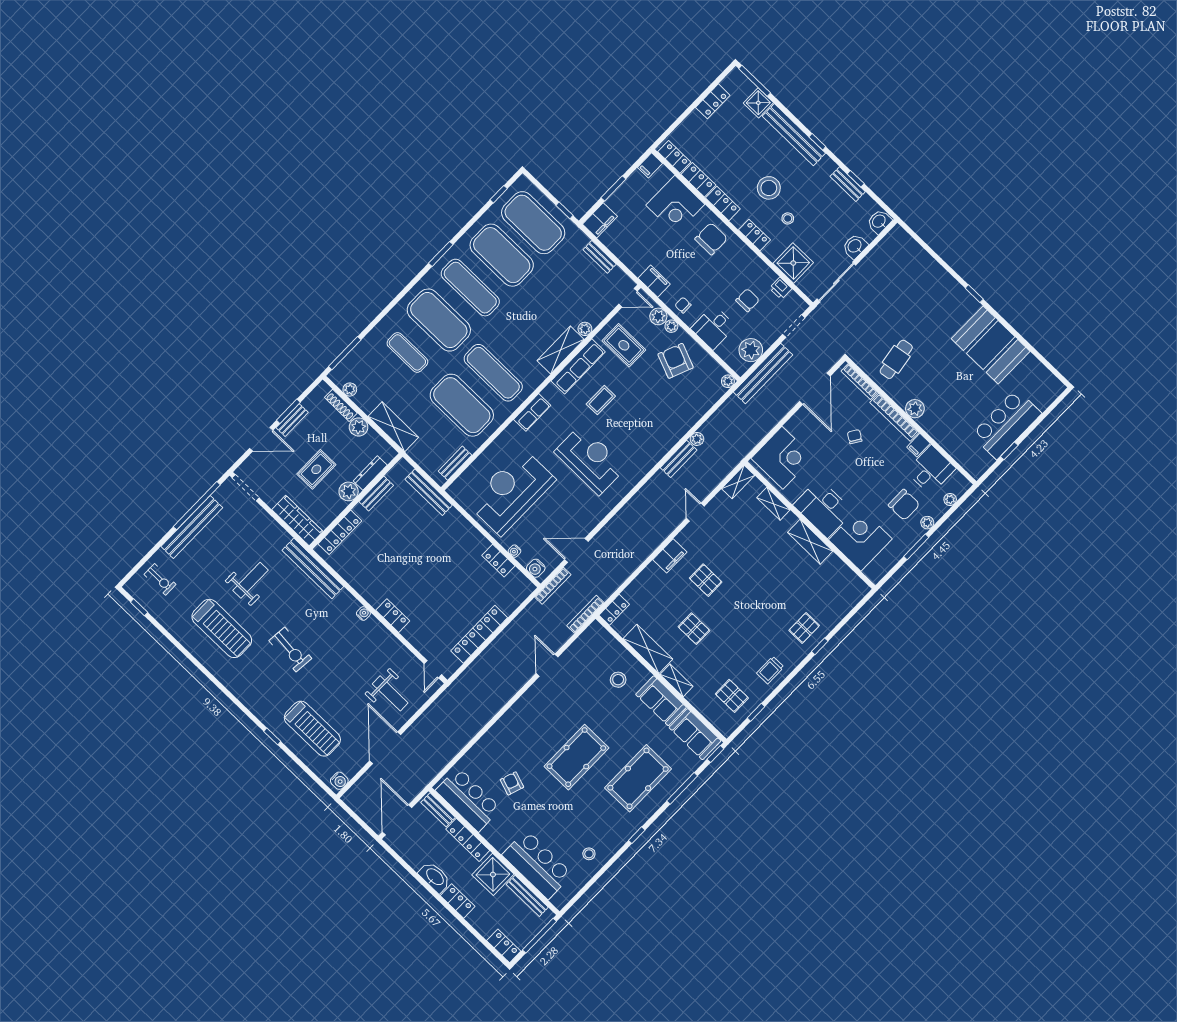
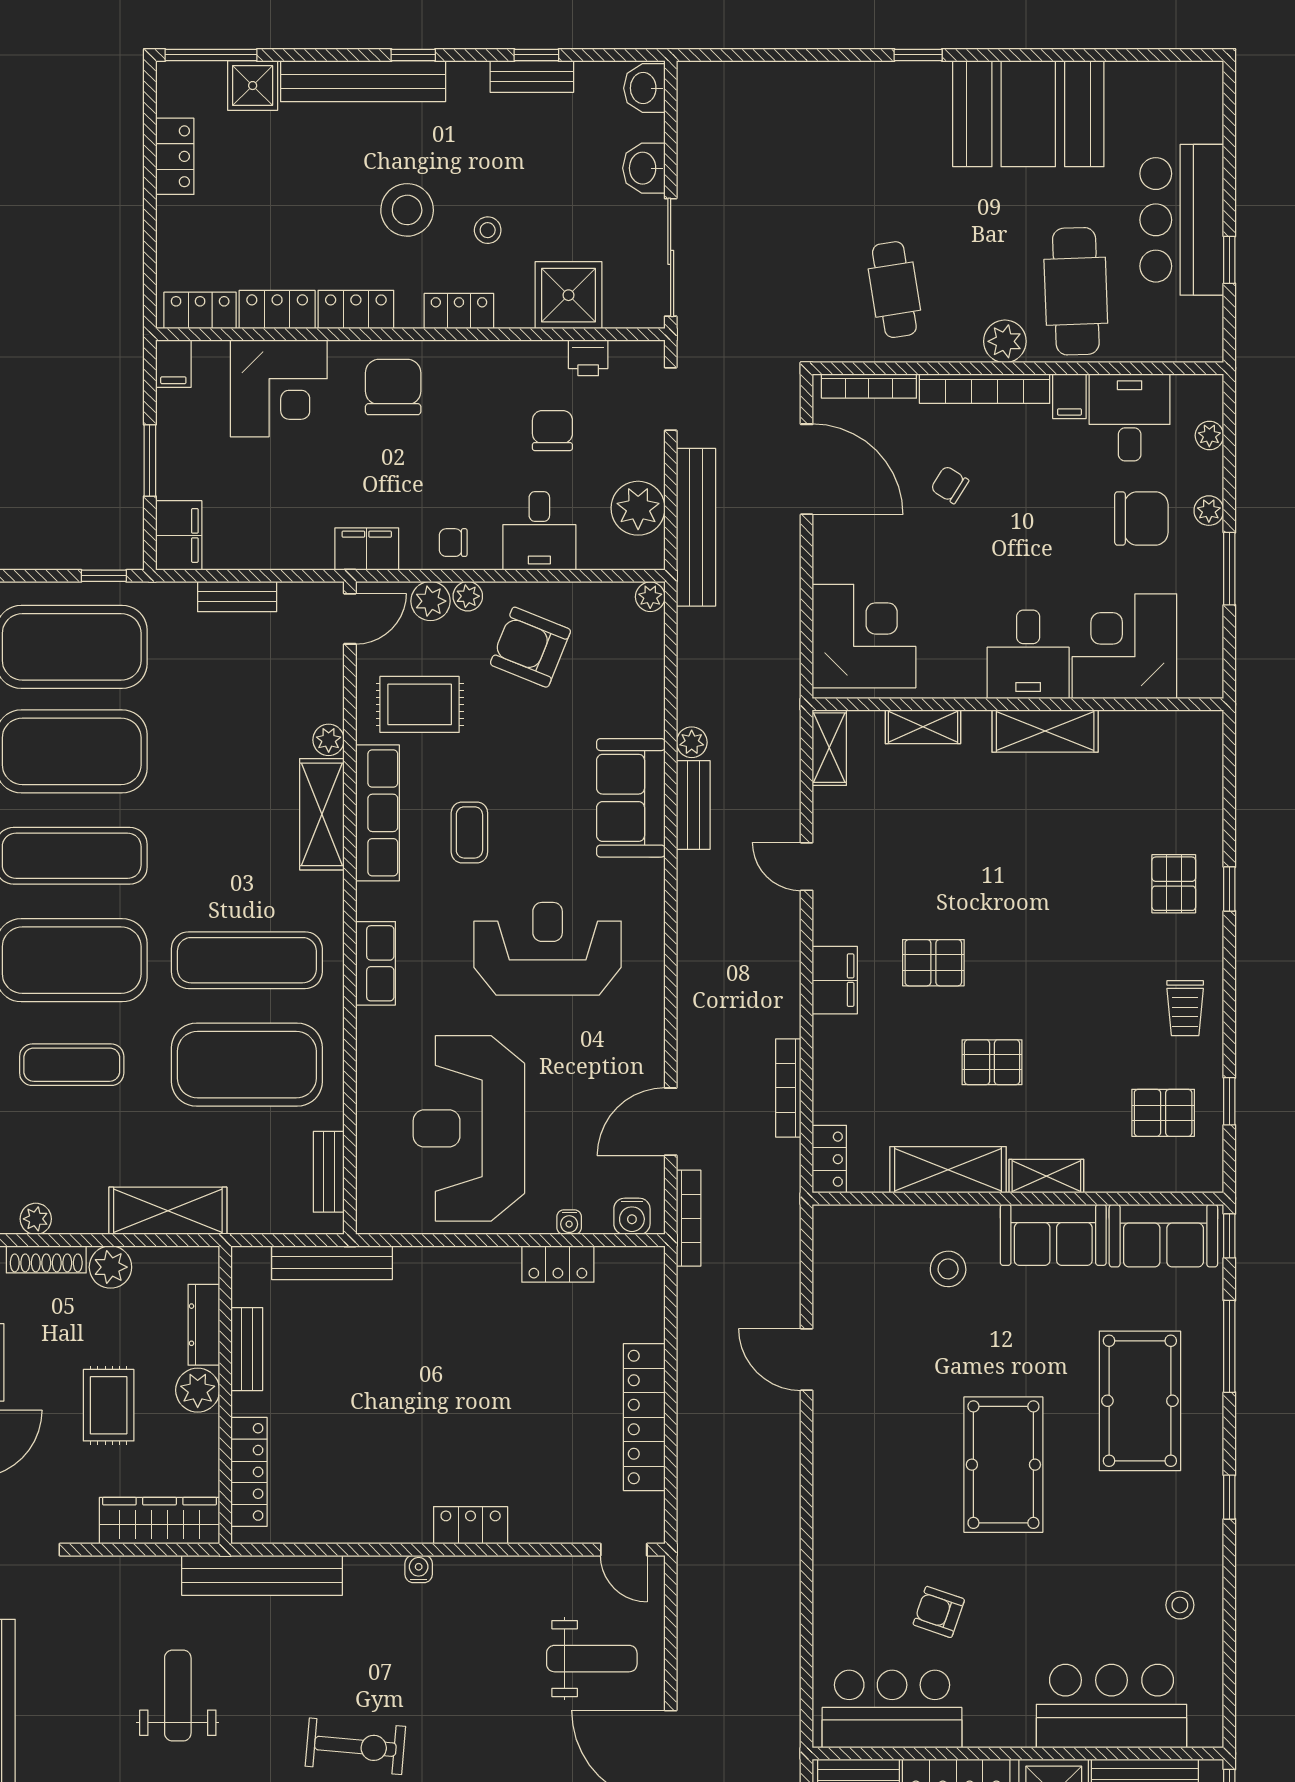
cafe table: (952, 414) -> (1076, 291), added
sofa: (661, 438) -> (631, 798), added
desk: (823, 508) -> (1028, 654), width x0.73
bookcase: (585, 614) -> (788, 1088), moved

